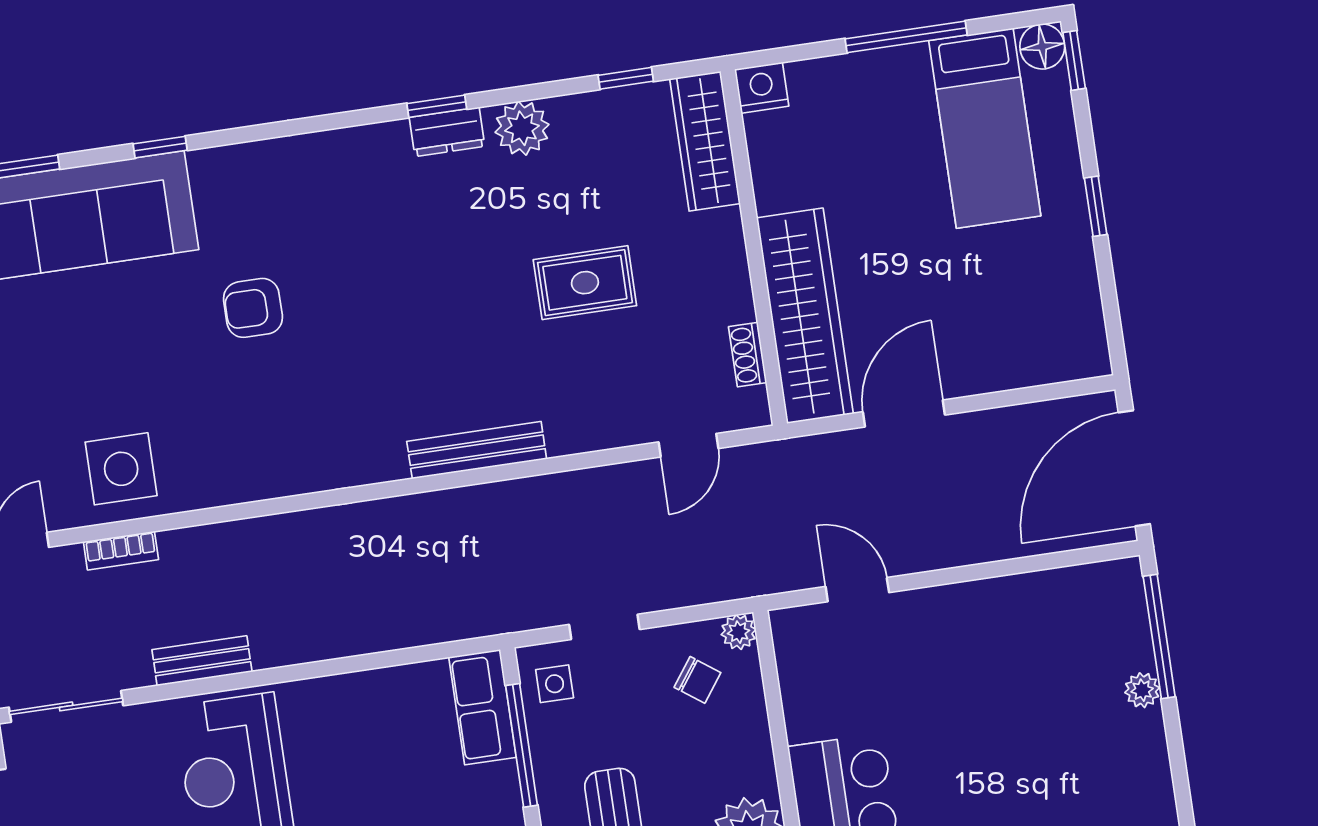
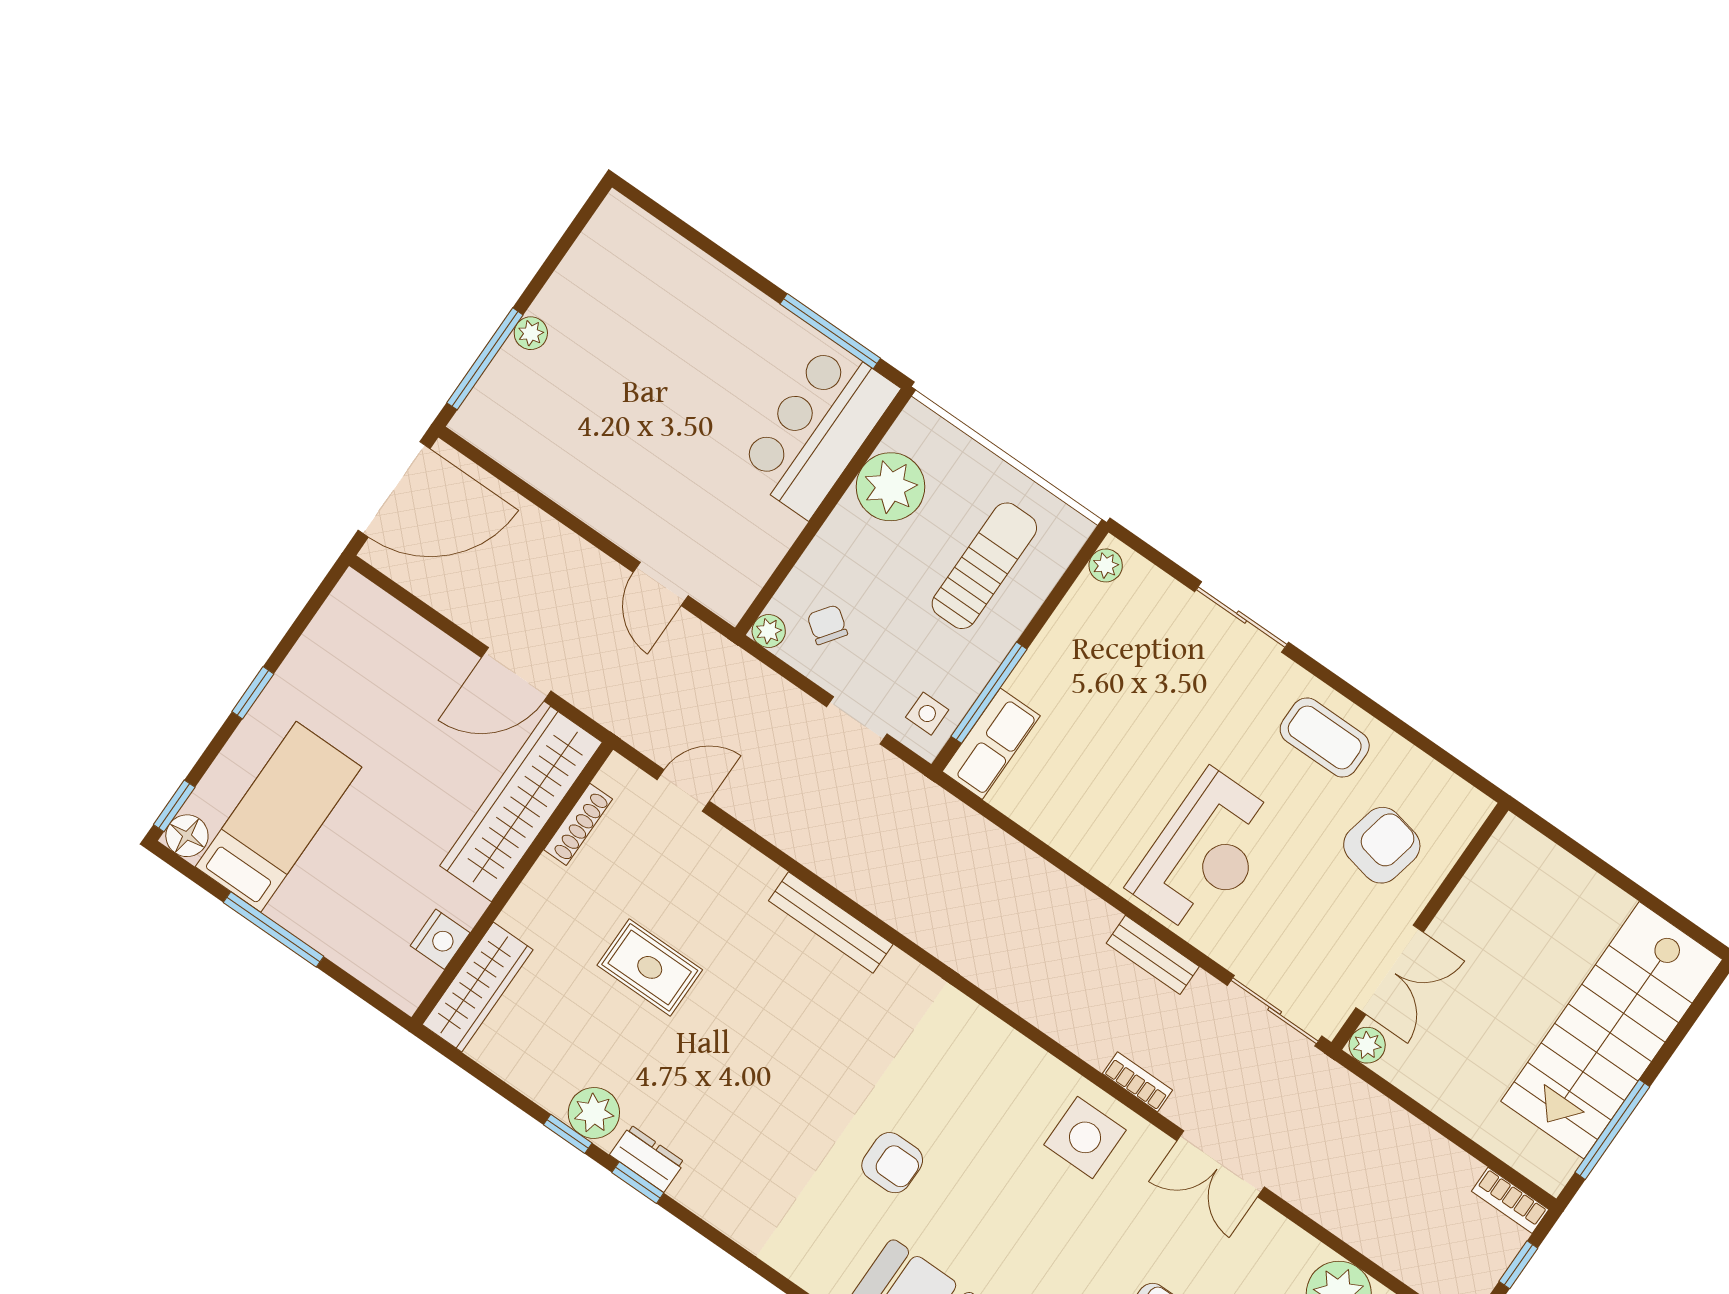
window: (626, 78) -> (568, 1134), moved
nightstand: (762, 88) -> (440, 939), moved, turned -90
shoe rack: (748, 355) -> (578, 824), width x1.43

